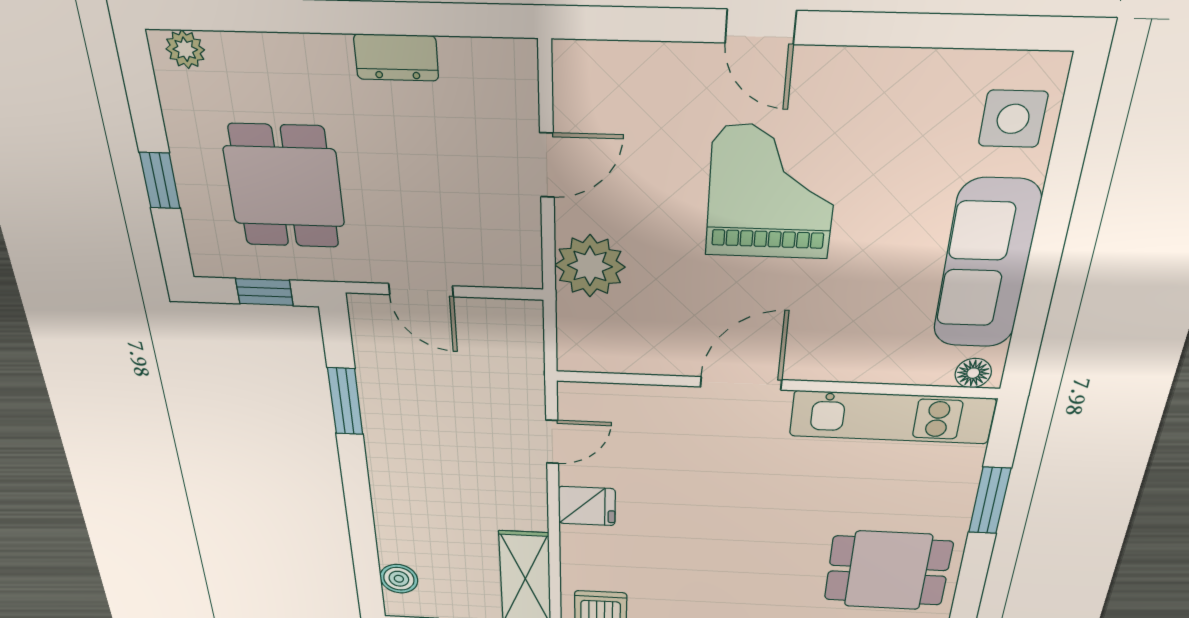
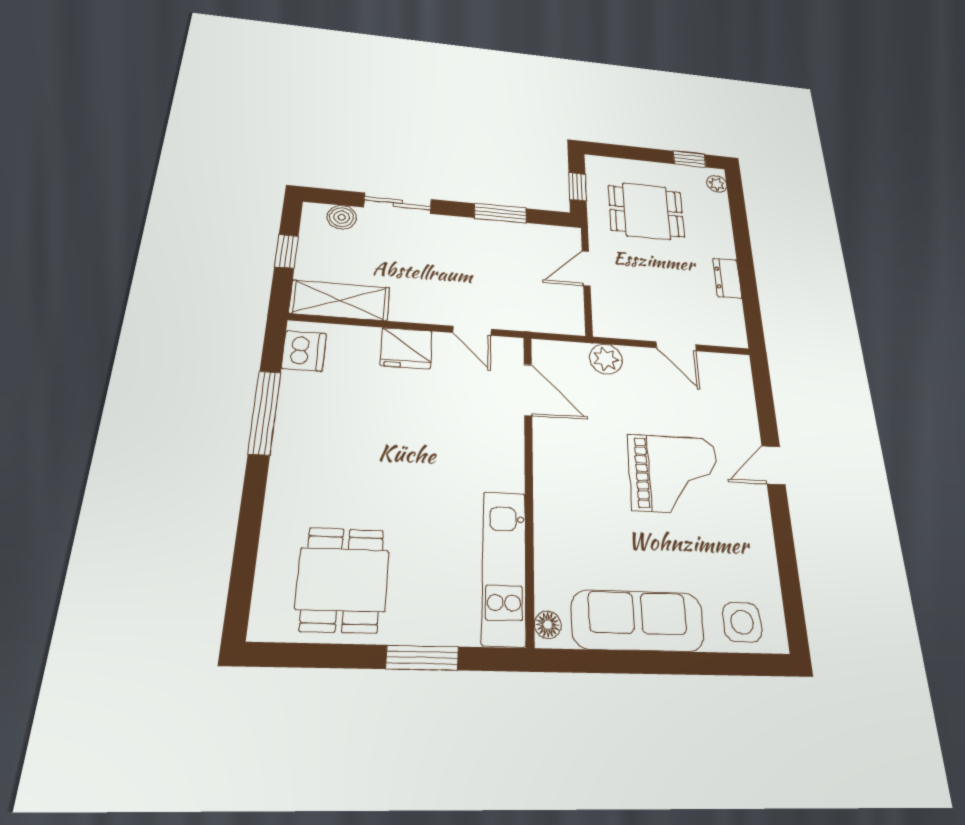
window: (160, 181) -> (690, 159), moved
plant: (590, 266) -> (606, 359), width x0.73, depth x0.73
door: (741, 383) -> (528, 390), moved
fridge: (587, 506) -> (406, 348), width x1.38
sliding door: (361, 521) -> (398, 203), added

